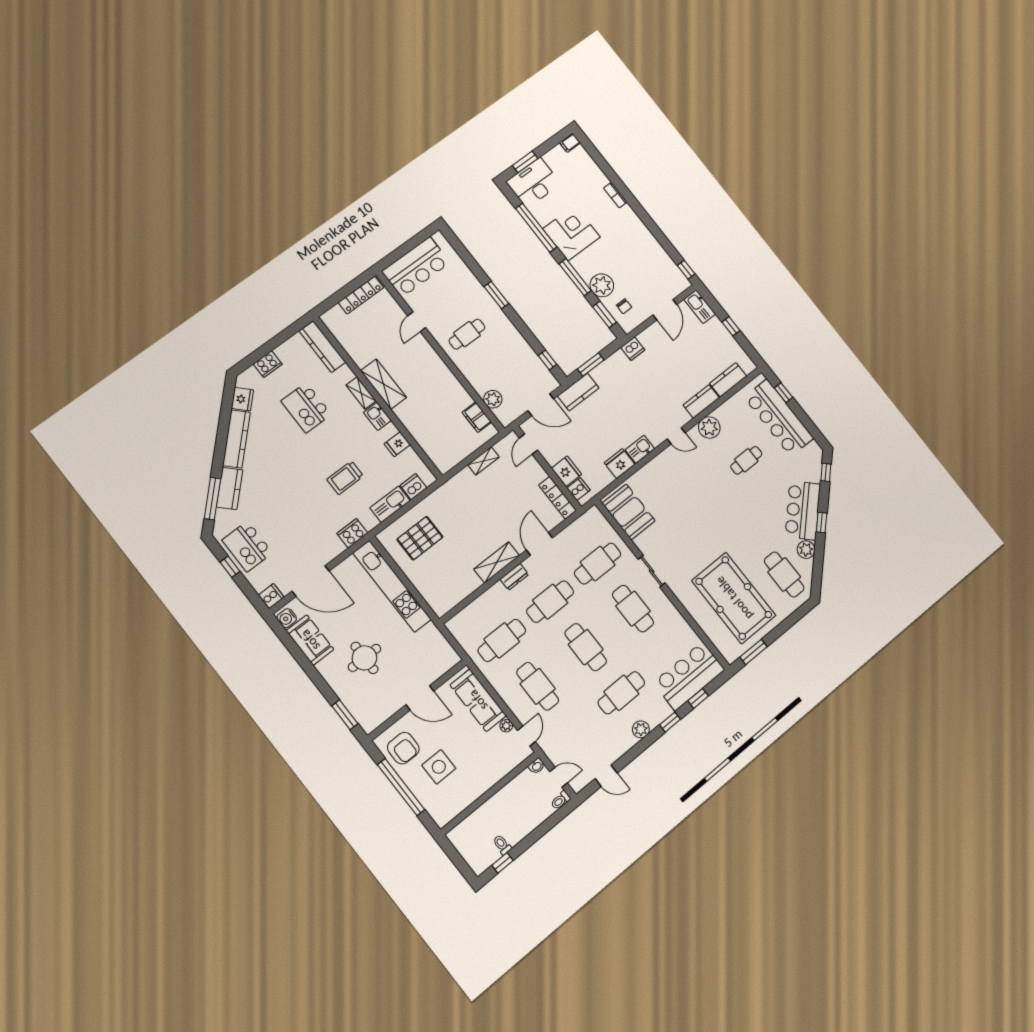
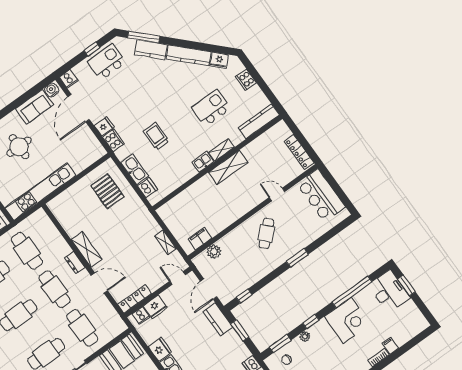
filing cabinet: (570, 143) -> (390, 346), moved
window: (575, 277) -> (311, 321), width x0.46
plant: (602, 285) -> (305, 336), width x0.53, depth x0.53
cafe table: (467, 334) -> (266, 233), turned 46
fridge: (397, 444) -> (104, 126), moved, turned 90
kitchen unit: (392, 586) -> (40, 192), moved

